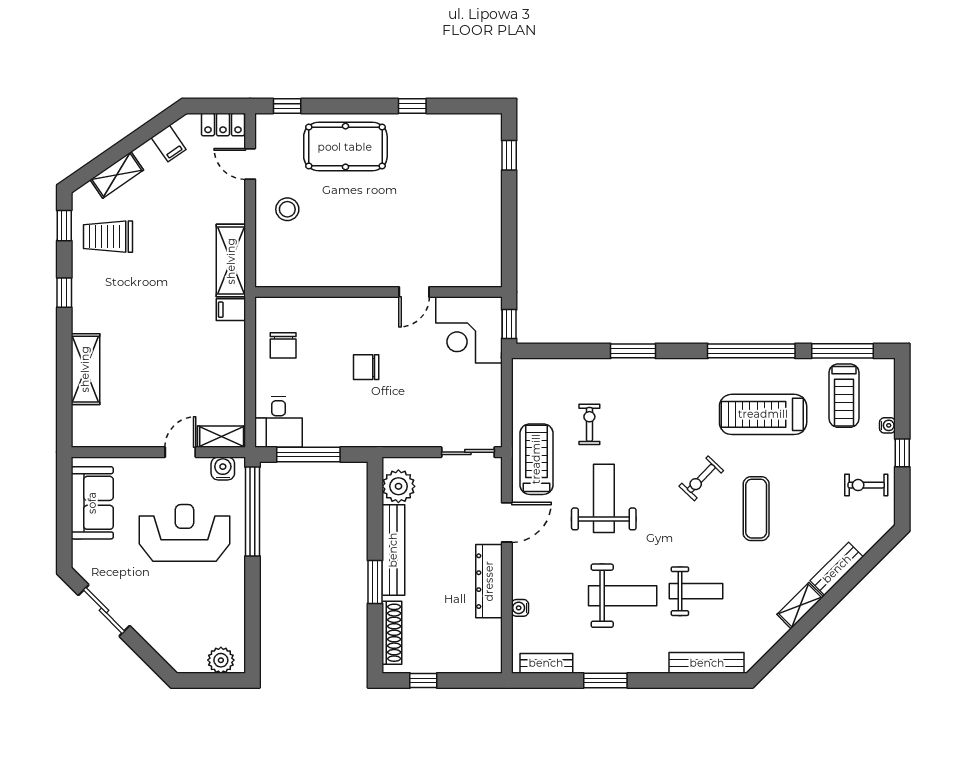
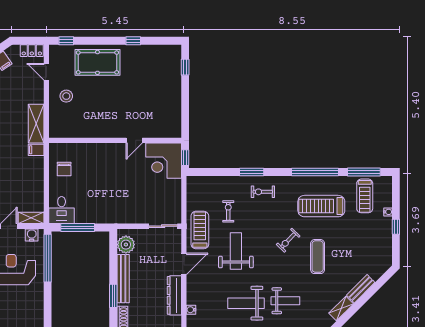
chair: (366, 367) -> (109, 181), removed
exercise bike: (866, 485) -> (263, 192), moved
weight bench: (623, 596) -> (246, 303), turned 180

